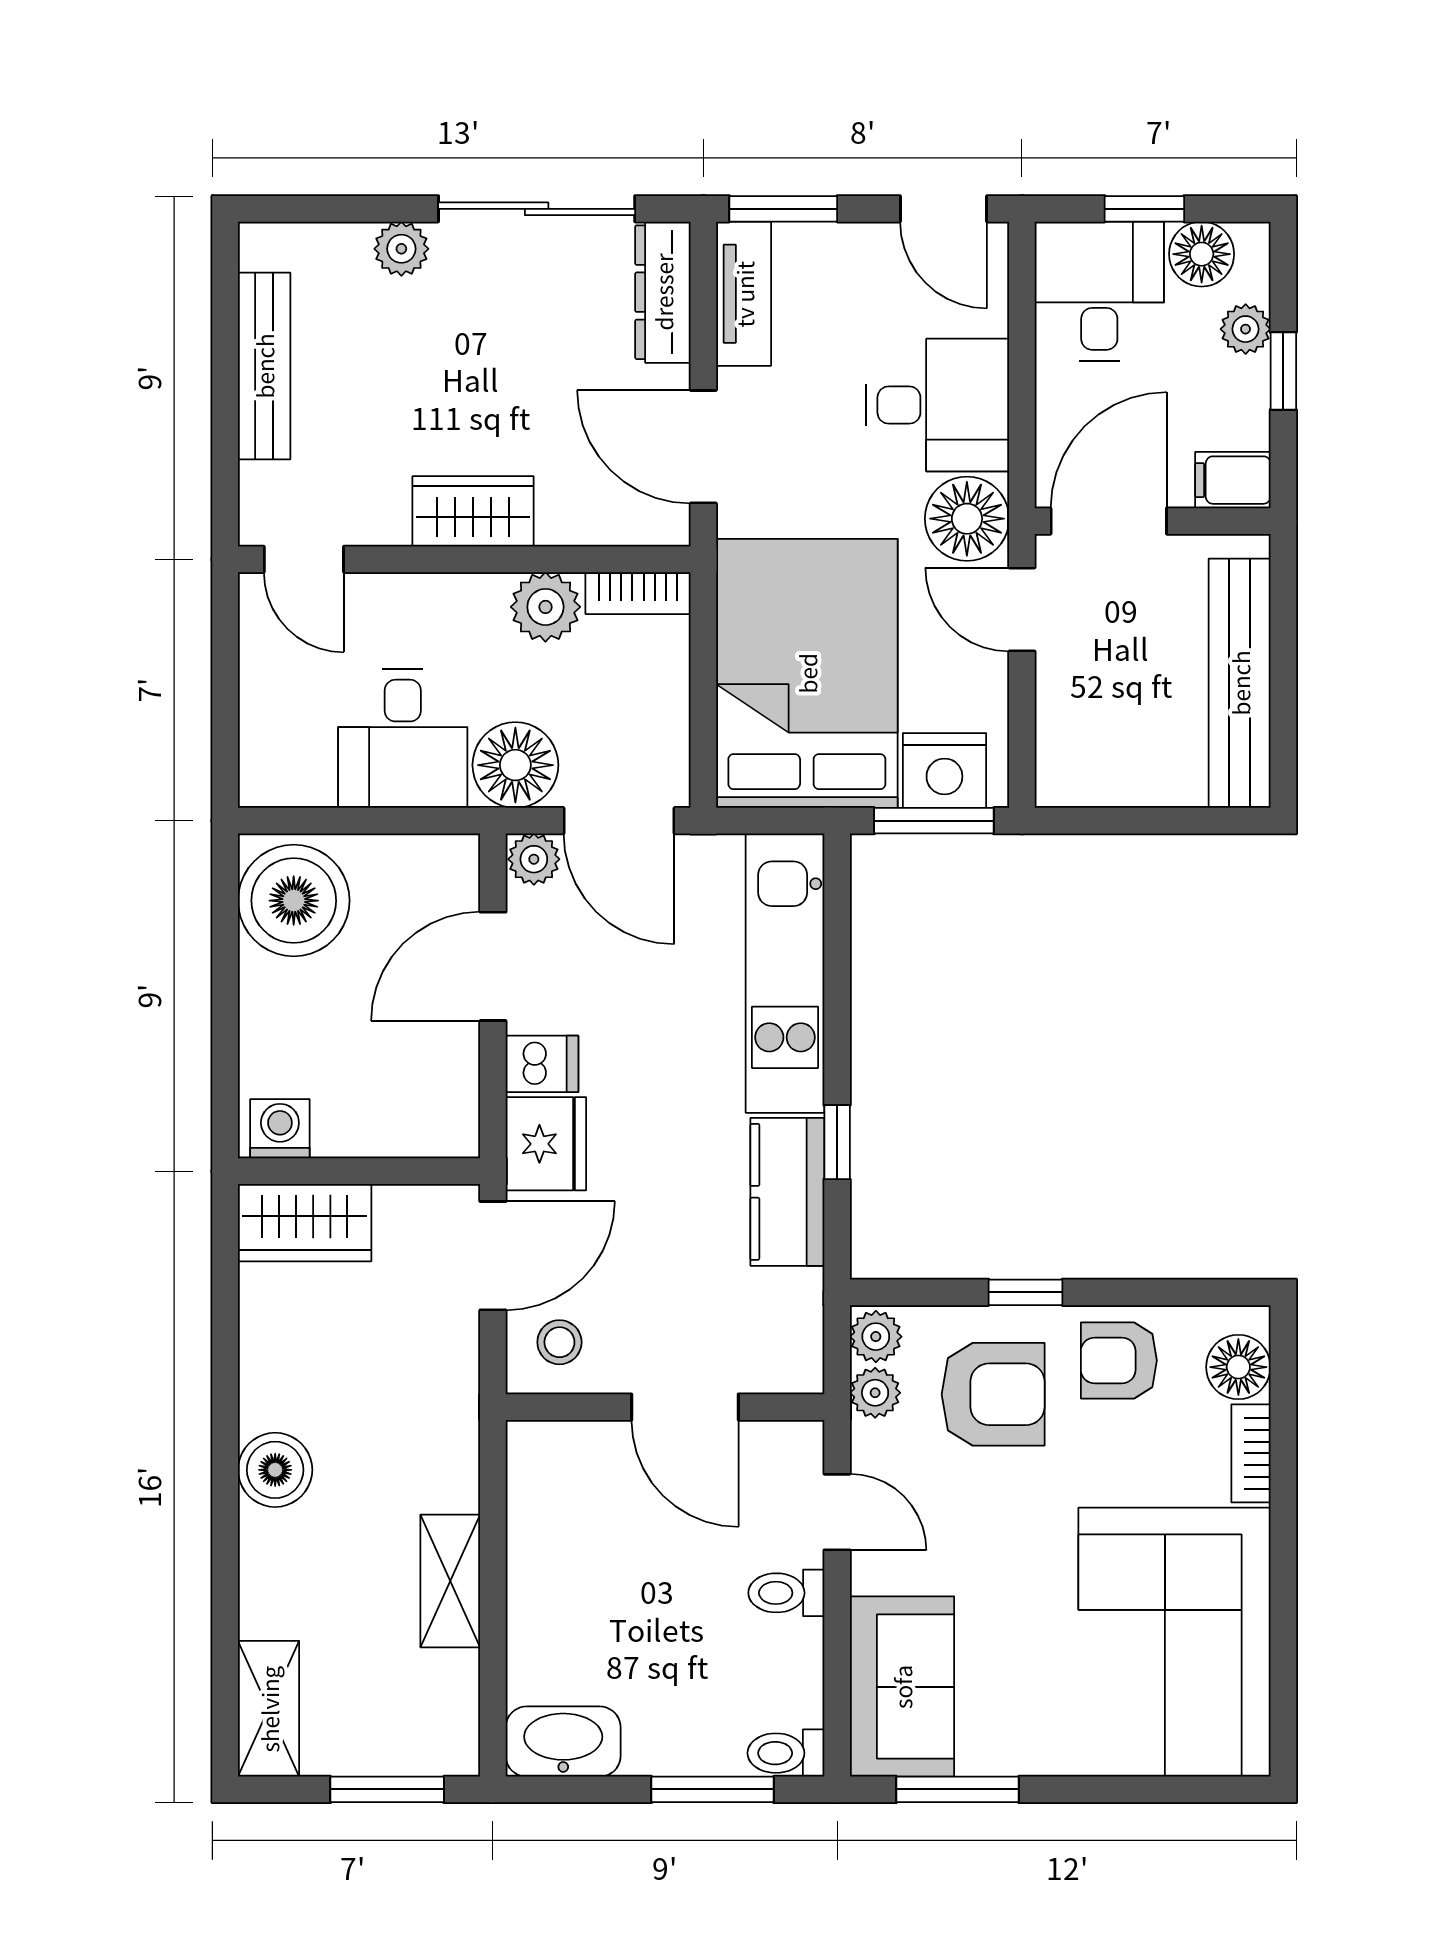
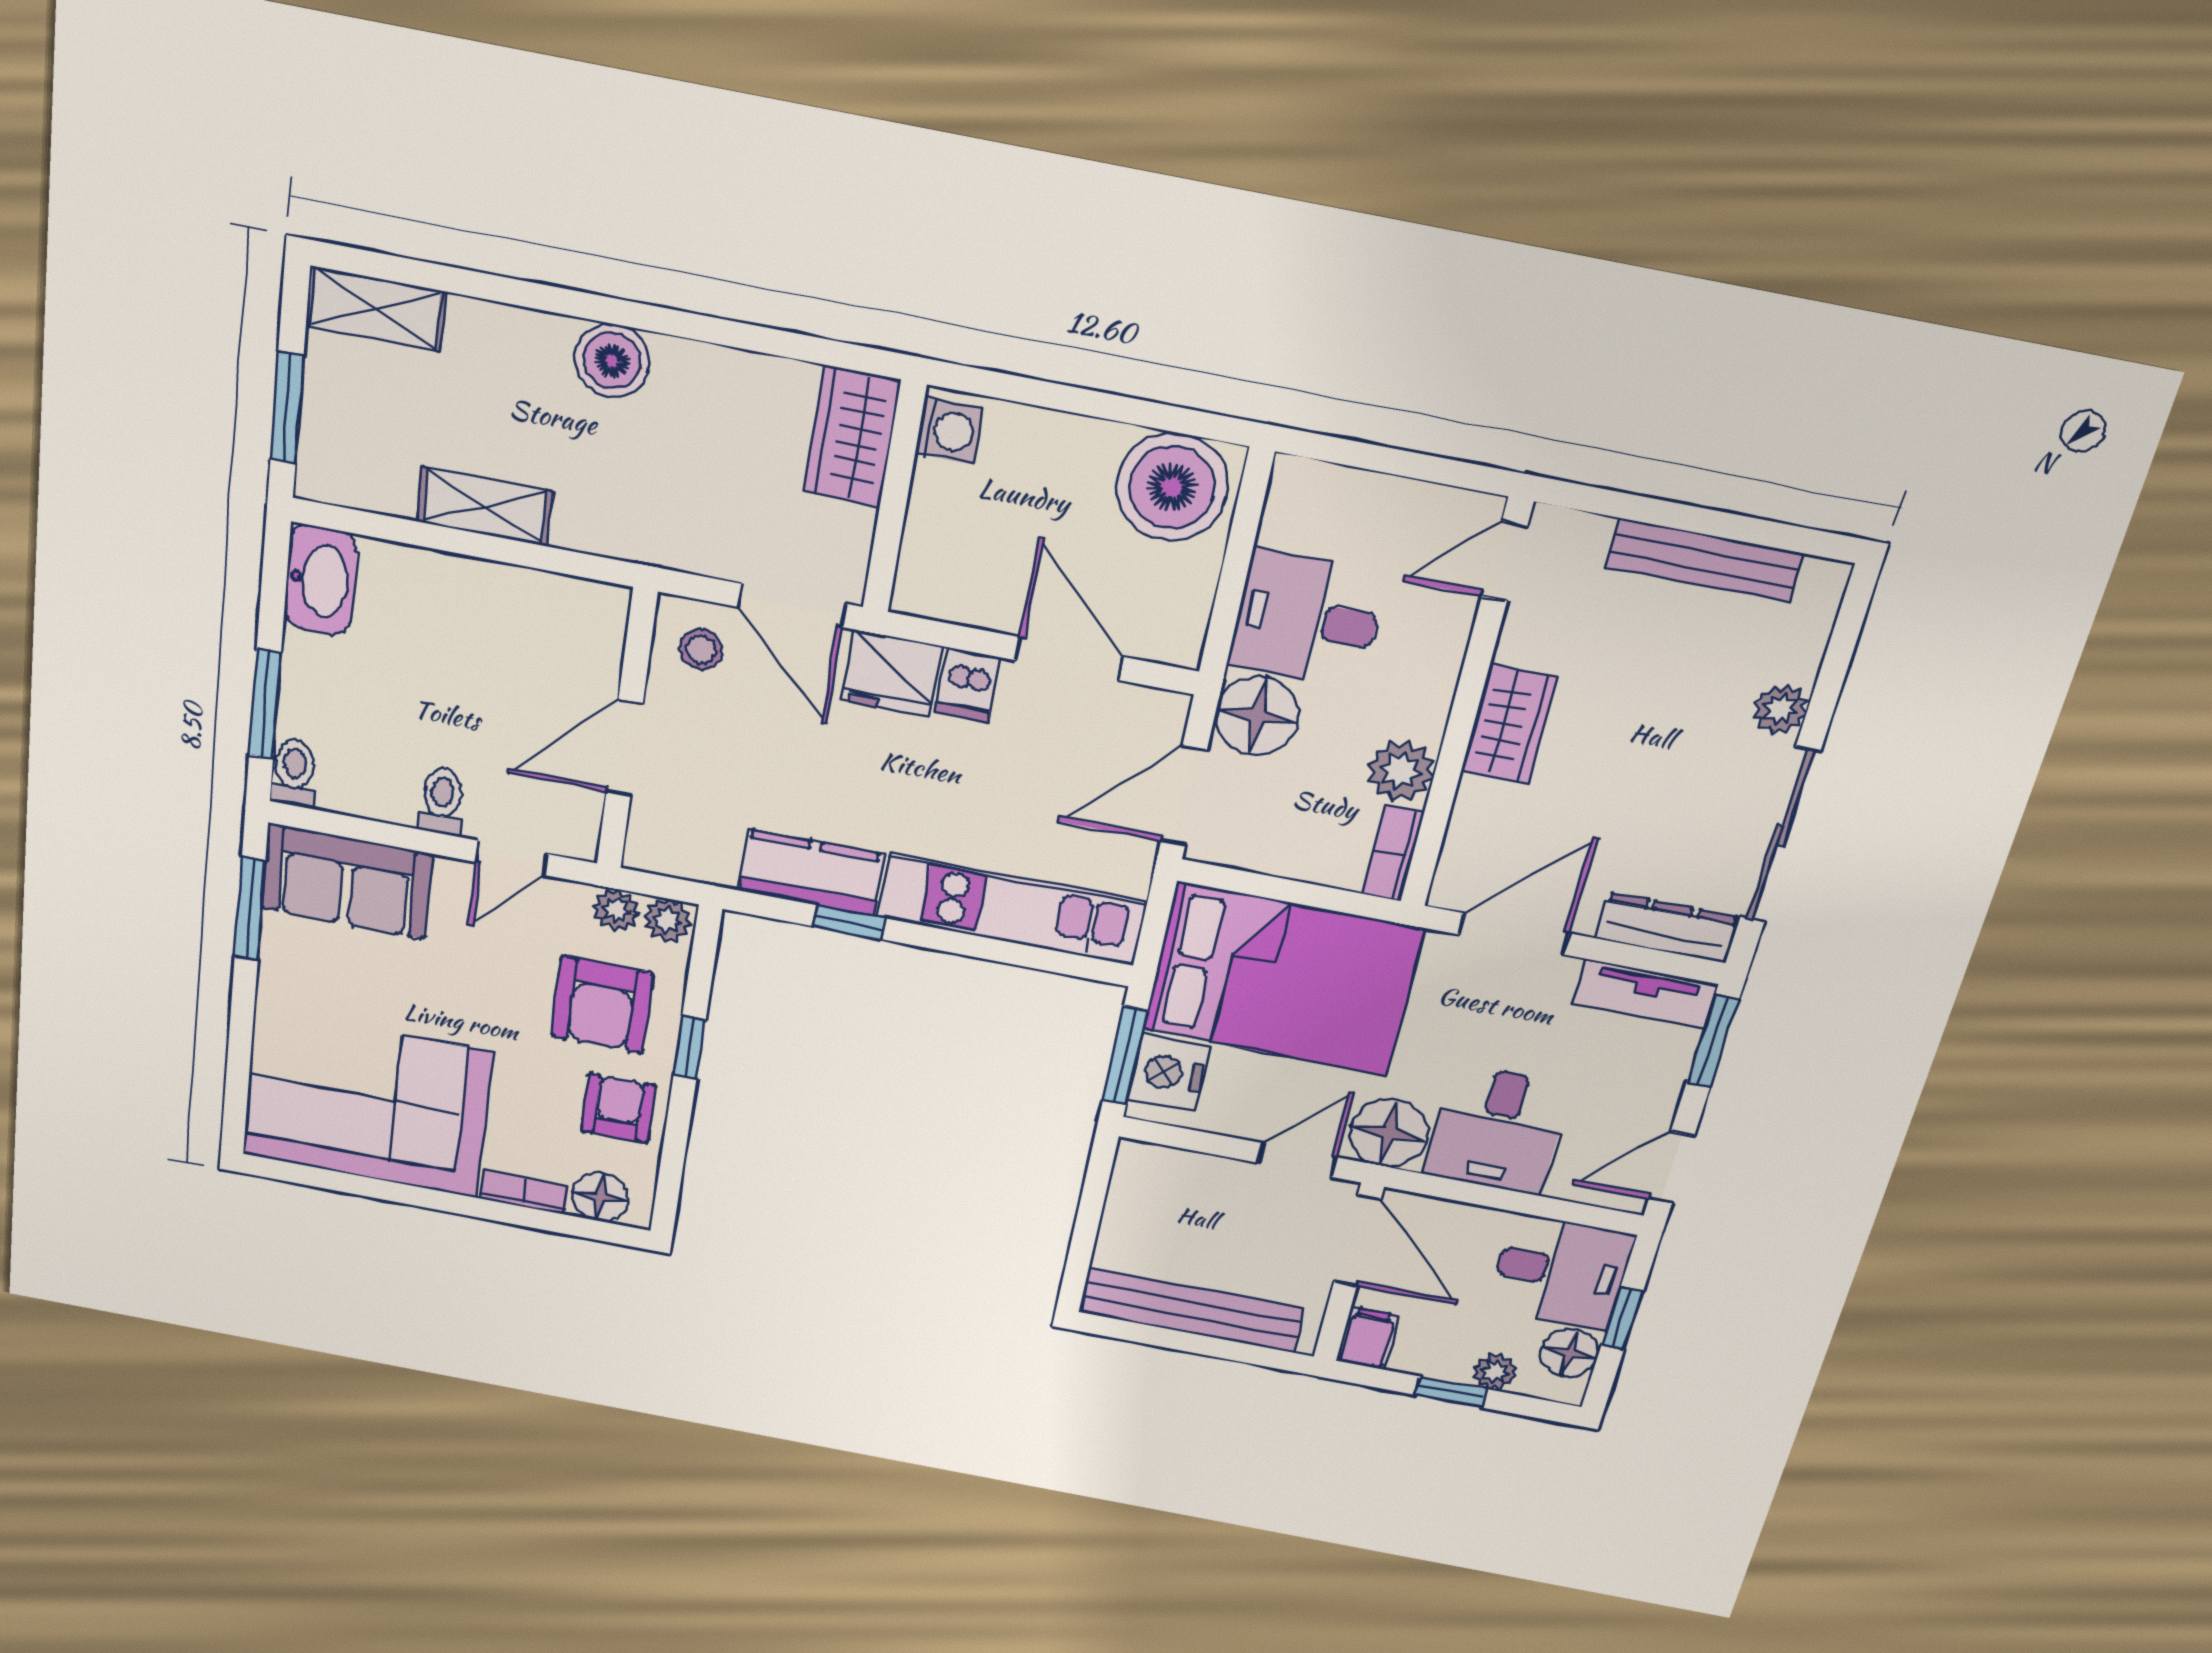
plant: (534, 859) -> (1164, 715), removed

